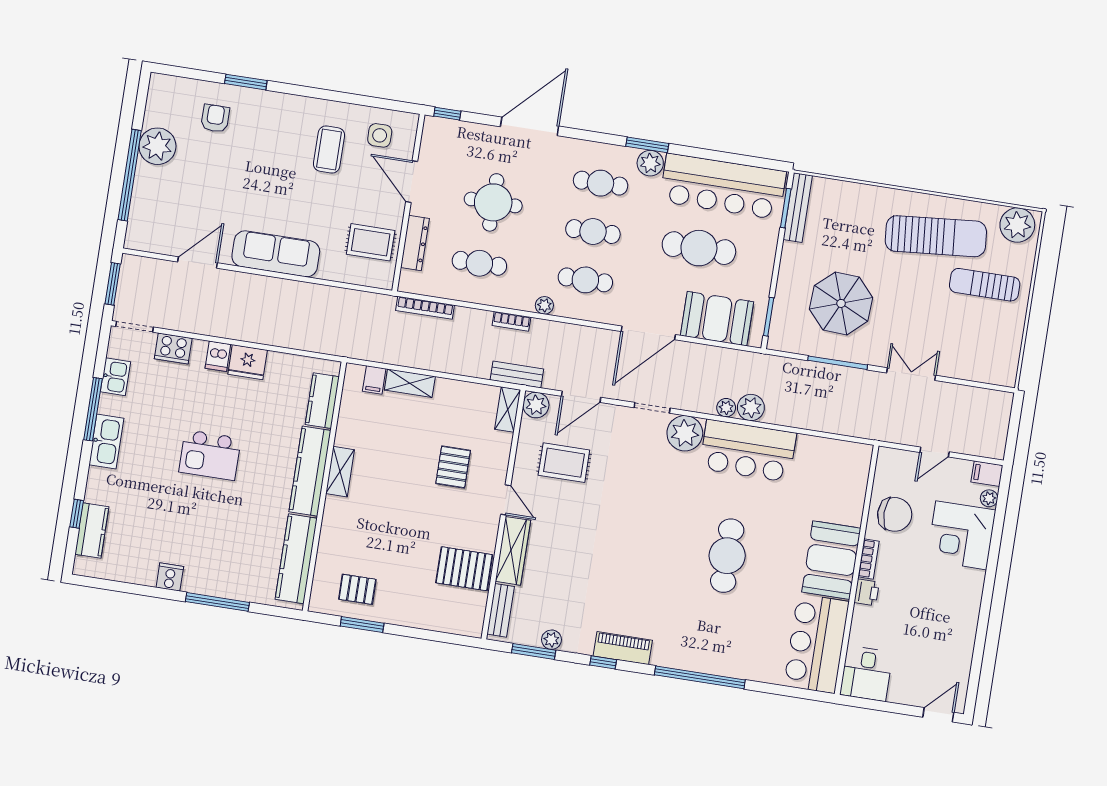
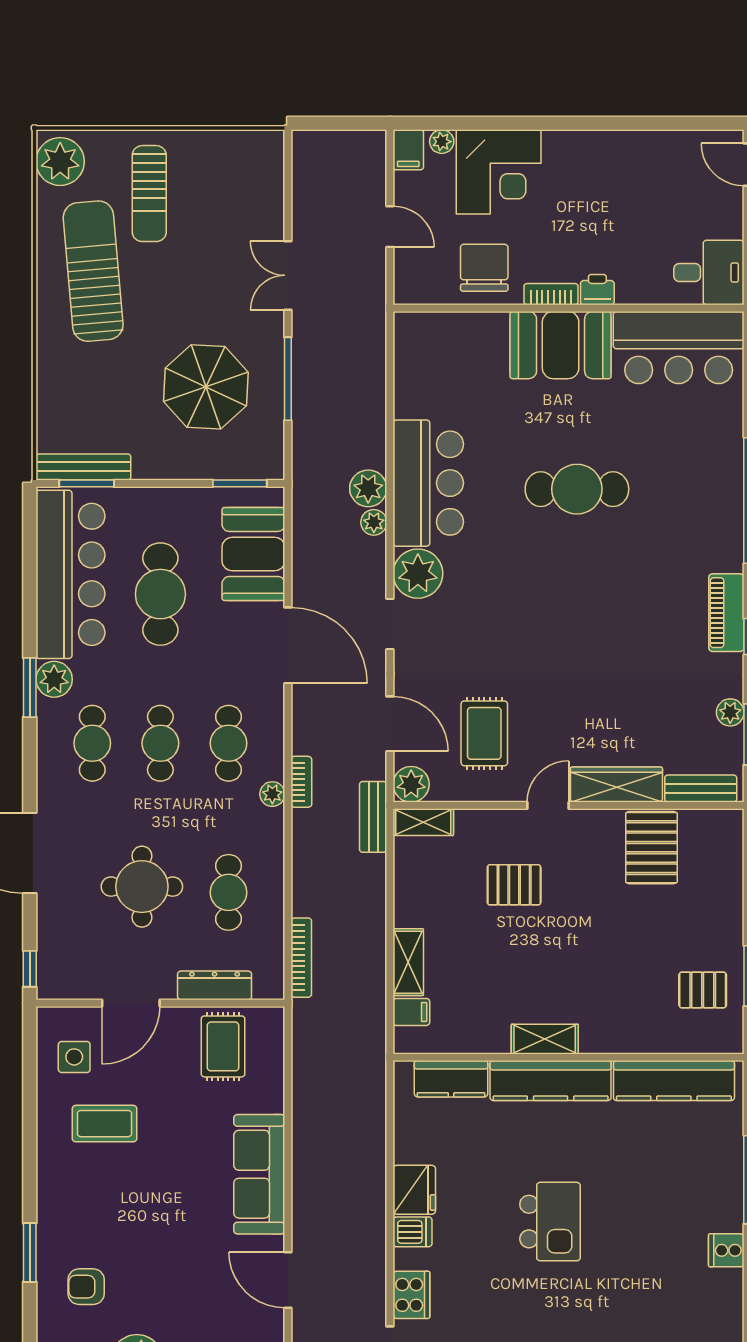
bookcase: (511, 321) -> (301, 782), moved
pallet: (357, 589) -> (703, 990), turned 90

